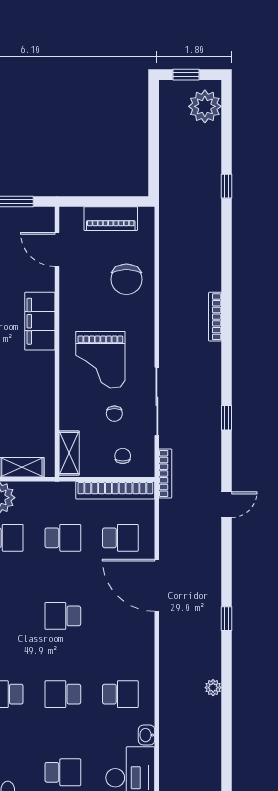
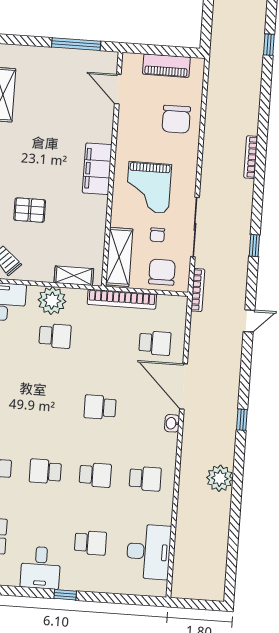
filing cabinet: (40, 321) -> (97, 169), moved
shelving: (69, 453) -> (119, 257), width x1.50, depth x1.33
chair: (123, 456) -> (162, 272), width x1.87, depth x1.87
bookcase: (115, 490) -> (122, 299), moved
school desk: (63, 538) -> (105, 339), removed
plant: (213, 688) -> (220, 478), width x1.88, depth x1.88
school desk: (63, 694) -> (95, 475), turned 180
washbasin: (147, 735) -> (172, 423), moved

